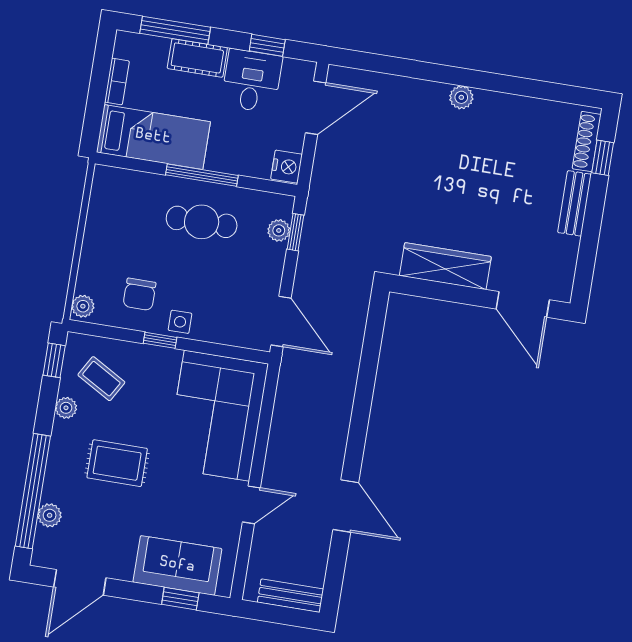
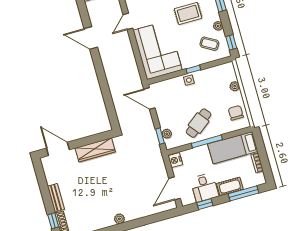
cafe table: (202, 222) -> (199, 123), turned -38
chair: (139, 294) -> (236, 113), moved
plant: (83, 306) -> (235, 86), moved

